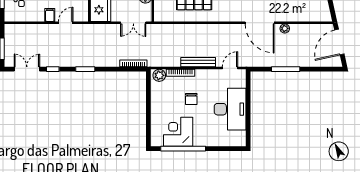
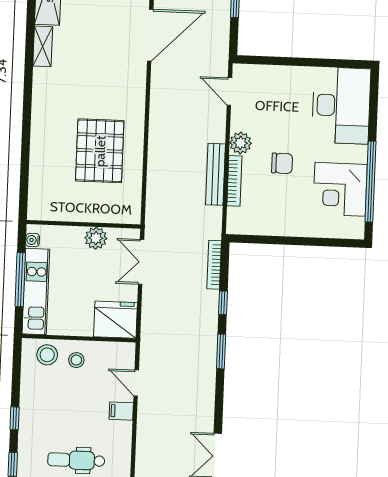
double door: (133, 23) -> (141, 262), swing flipped
bench: (198, 62) -> (215, 174), moved
window: (53, 69) -> (223, 303), moved
plant: (159, 75) -> (241, 143), moved
desk: (230, 109) -> (341, 105), moved, turned 90

